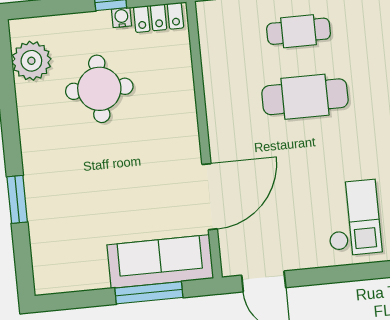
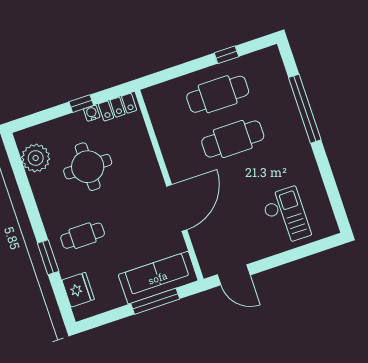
cafe table: (299, 31) -> (218, 94), width x1.37, depth x1.35
cafe table: (71, 181) -> (83, 236), added
door: (210, 197) -> (177, 208), moved
fridge: (48, 253) -> (78, 290), added

